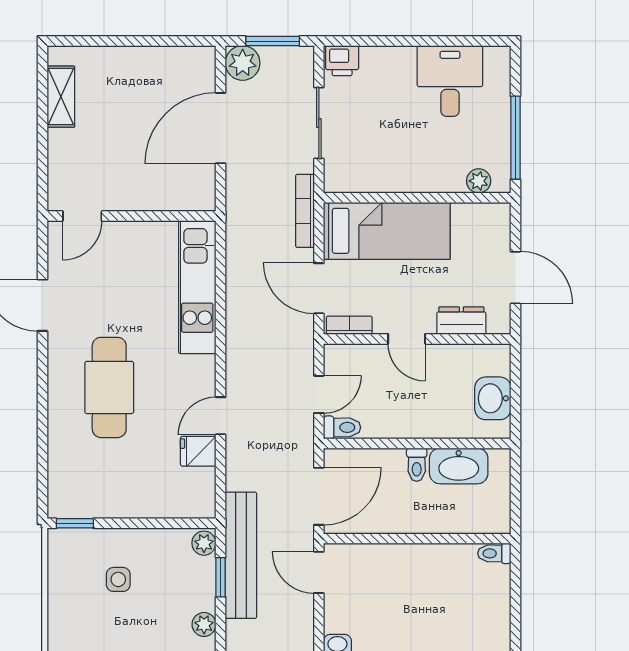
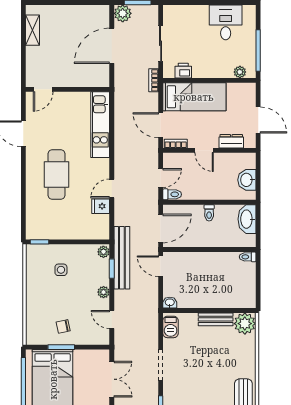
printer: (342, 61) -> (183, 71), moved, turned 180
bookcase: (305, 211) -> (154, 80), width x0.64
washbasin: (459, 466) -> (247, 219), moved, turned 90

